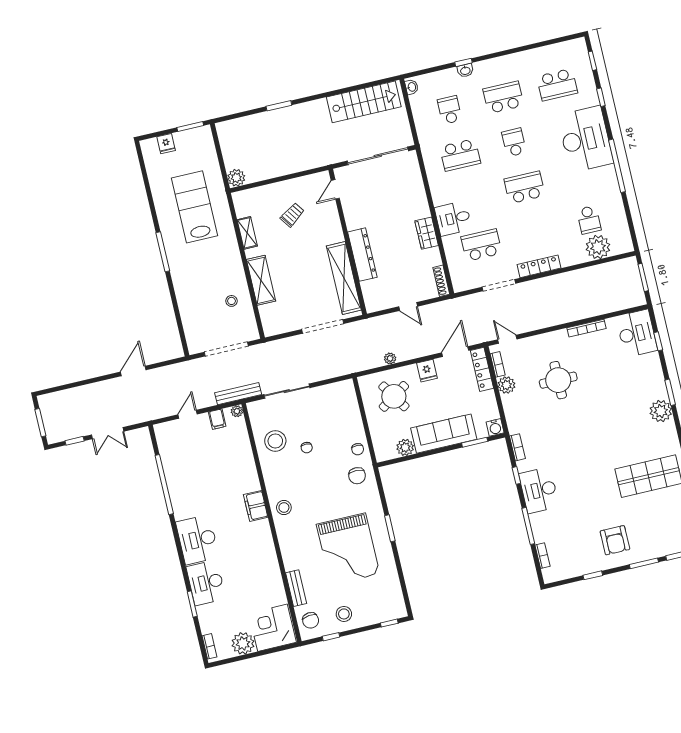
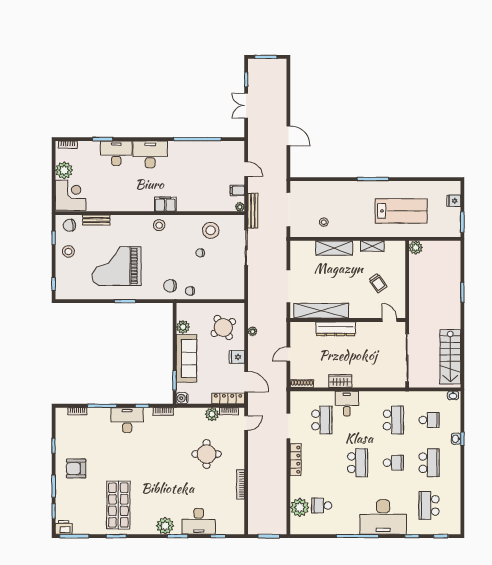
school desk: (460, 155) -> (393, 420), turned 180
desk: (637, 333) -> (199, 521), moved

